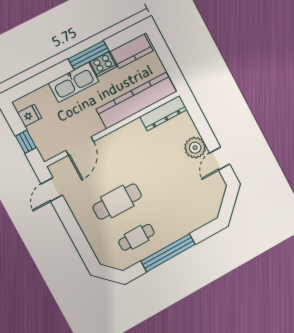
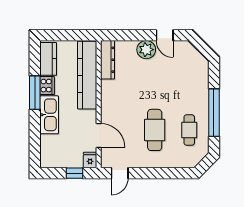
fridge: (30, 115) -> (90, 160), moved
door: (52, 189) -> (120, 173), hinge flipped

